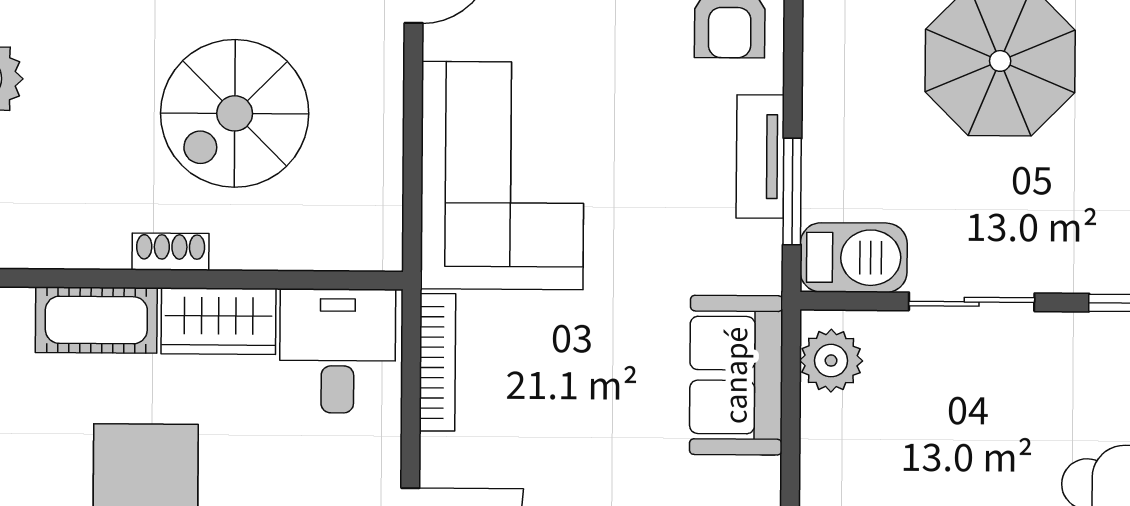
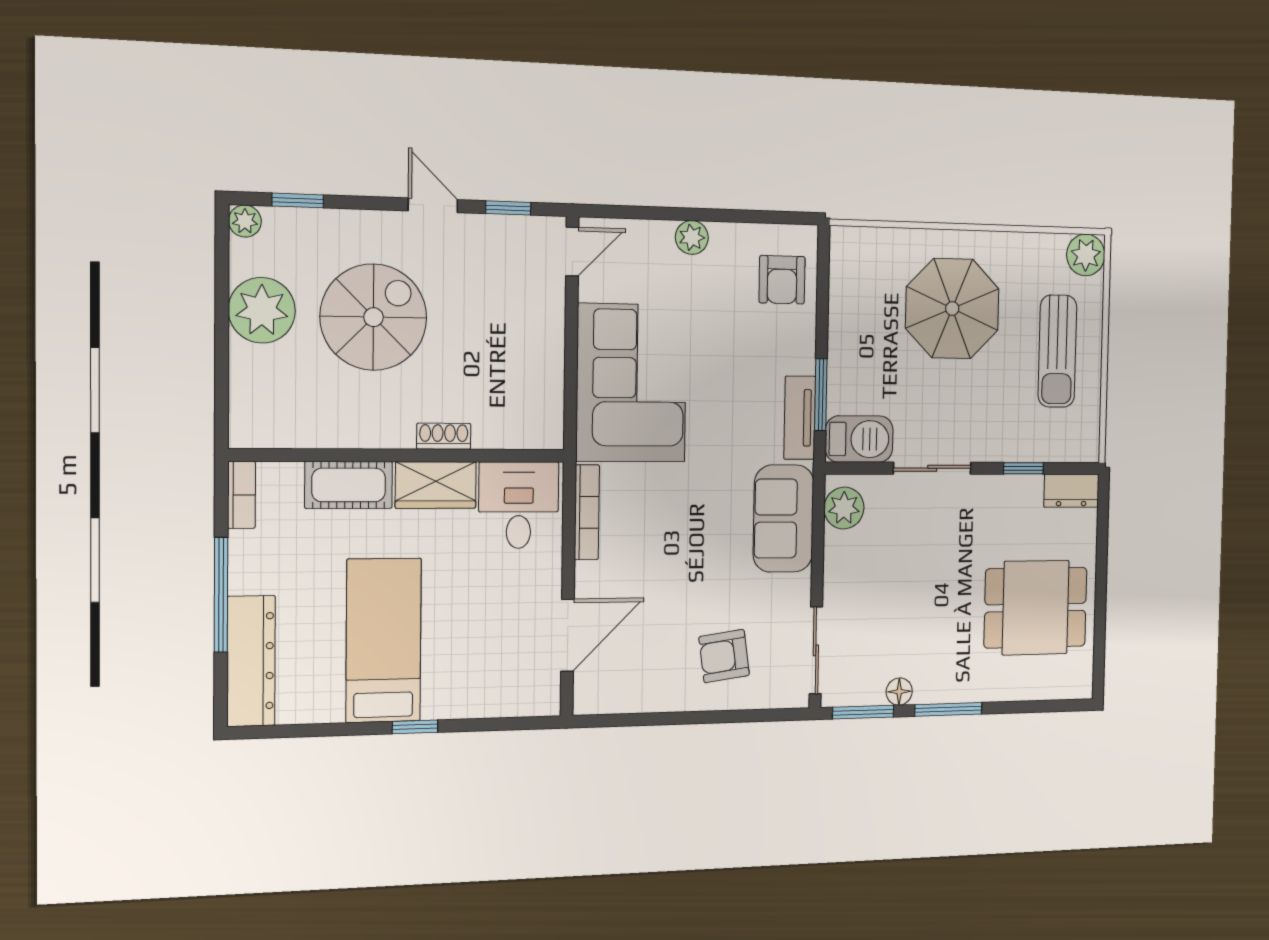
spiral stairs: (235, 113) -> (374, 317), moved, turned 180
tv unit: (760, 157) -> (800, 418), moved
shoe rack: (171, 252) -> (444, 436), moved

